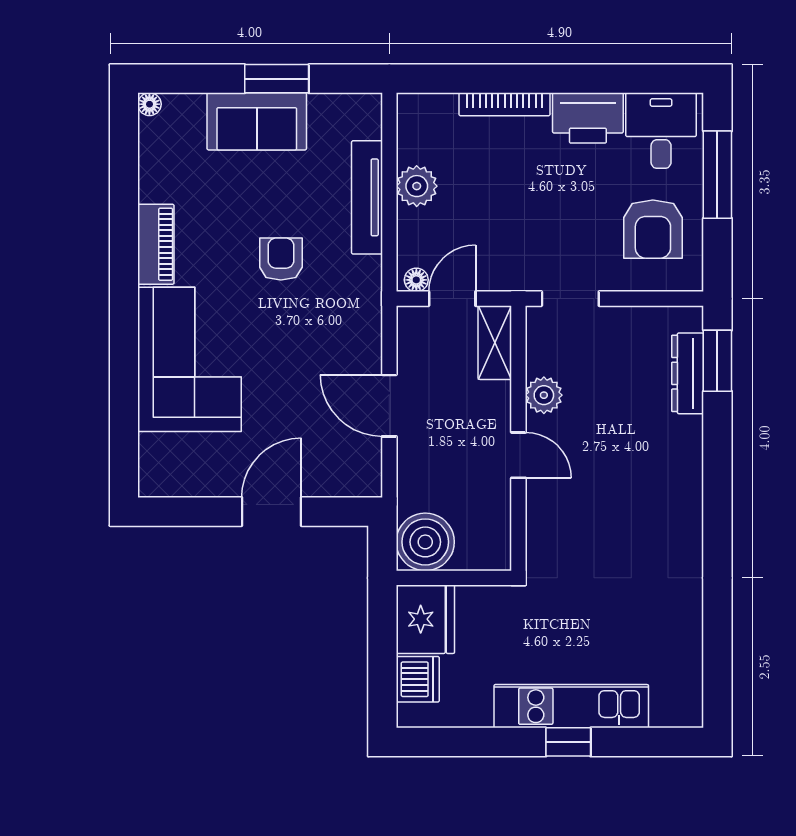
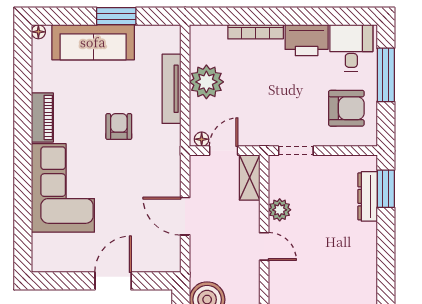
sofa: (257, 121) -> (93, 42), width x1.36
plant: (417, 186) -> (206, 82), width x1.36, depth x1.36
armchair: (653, 229) -> (346, 108), turned -90

